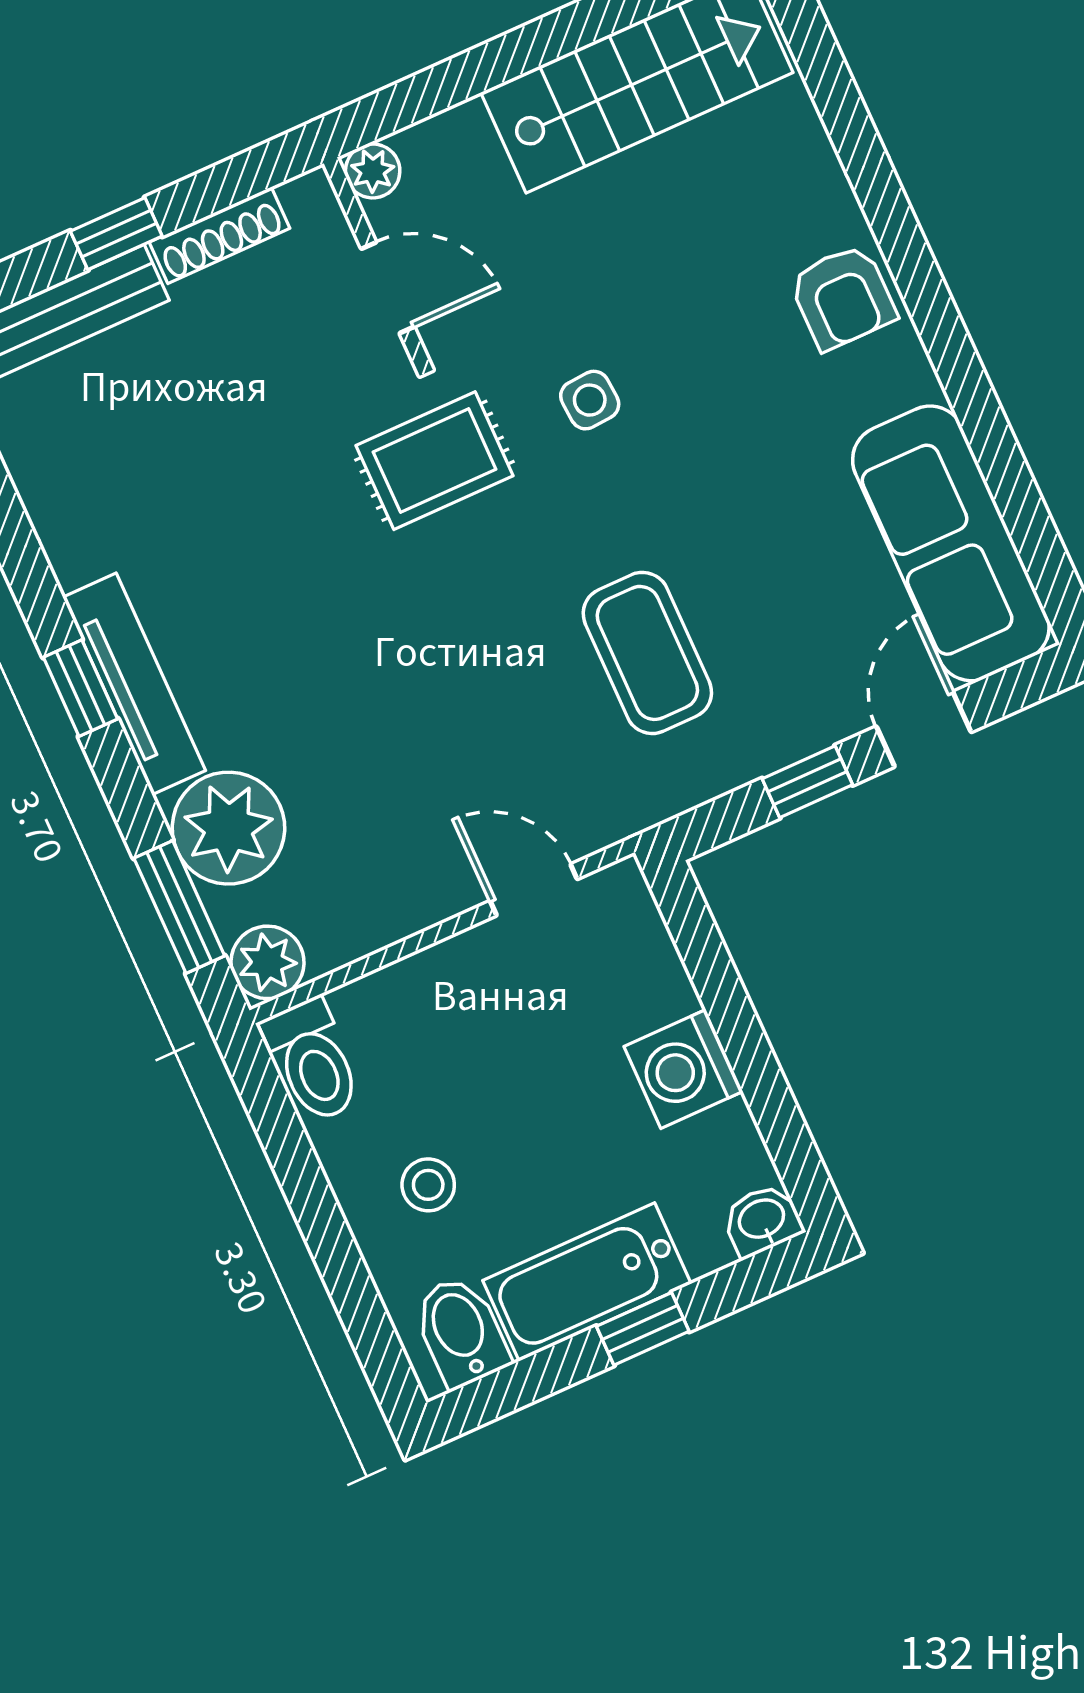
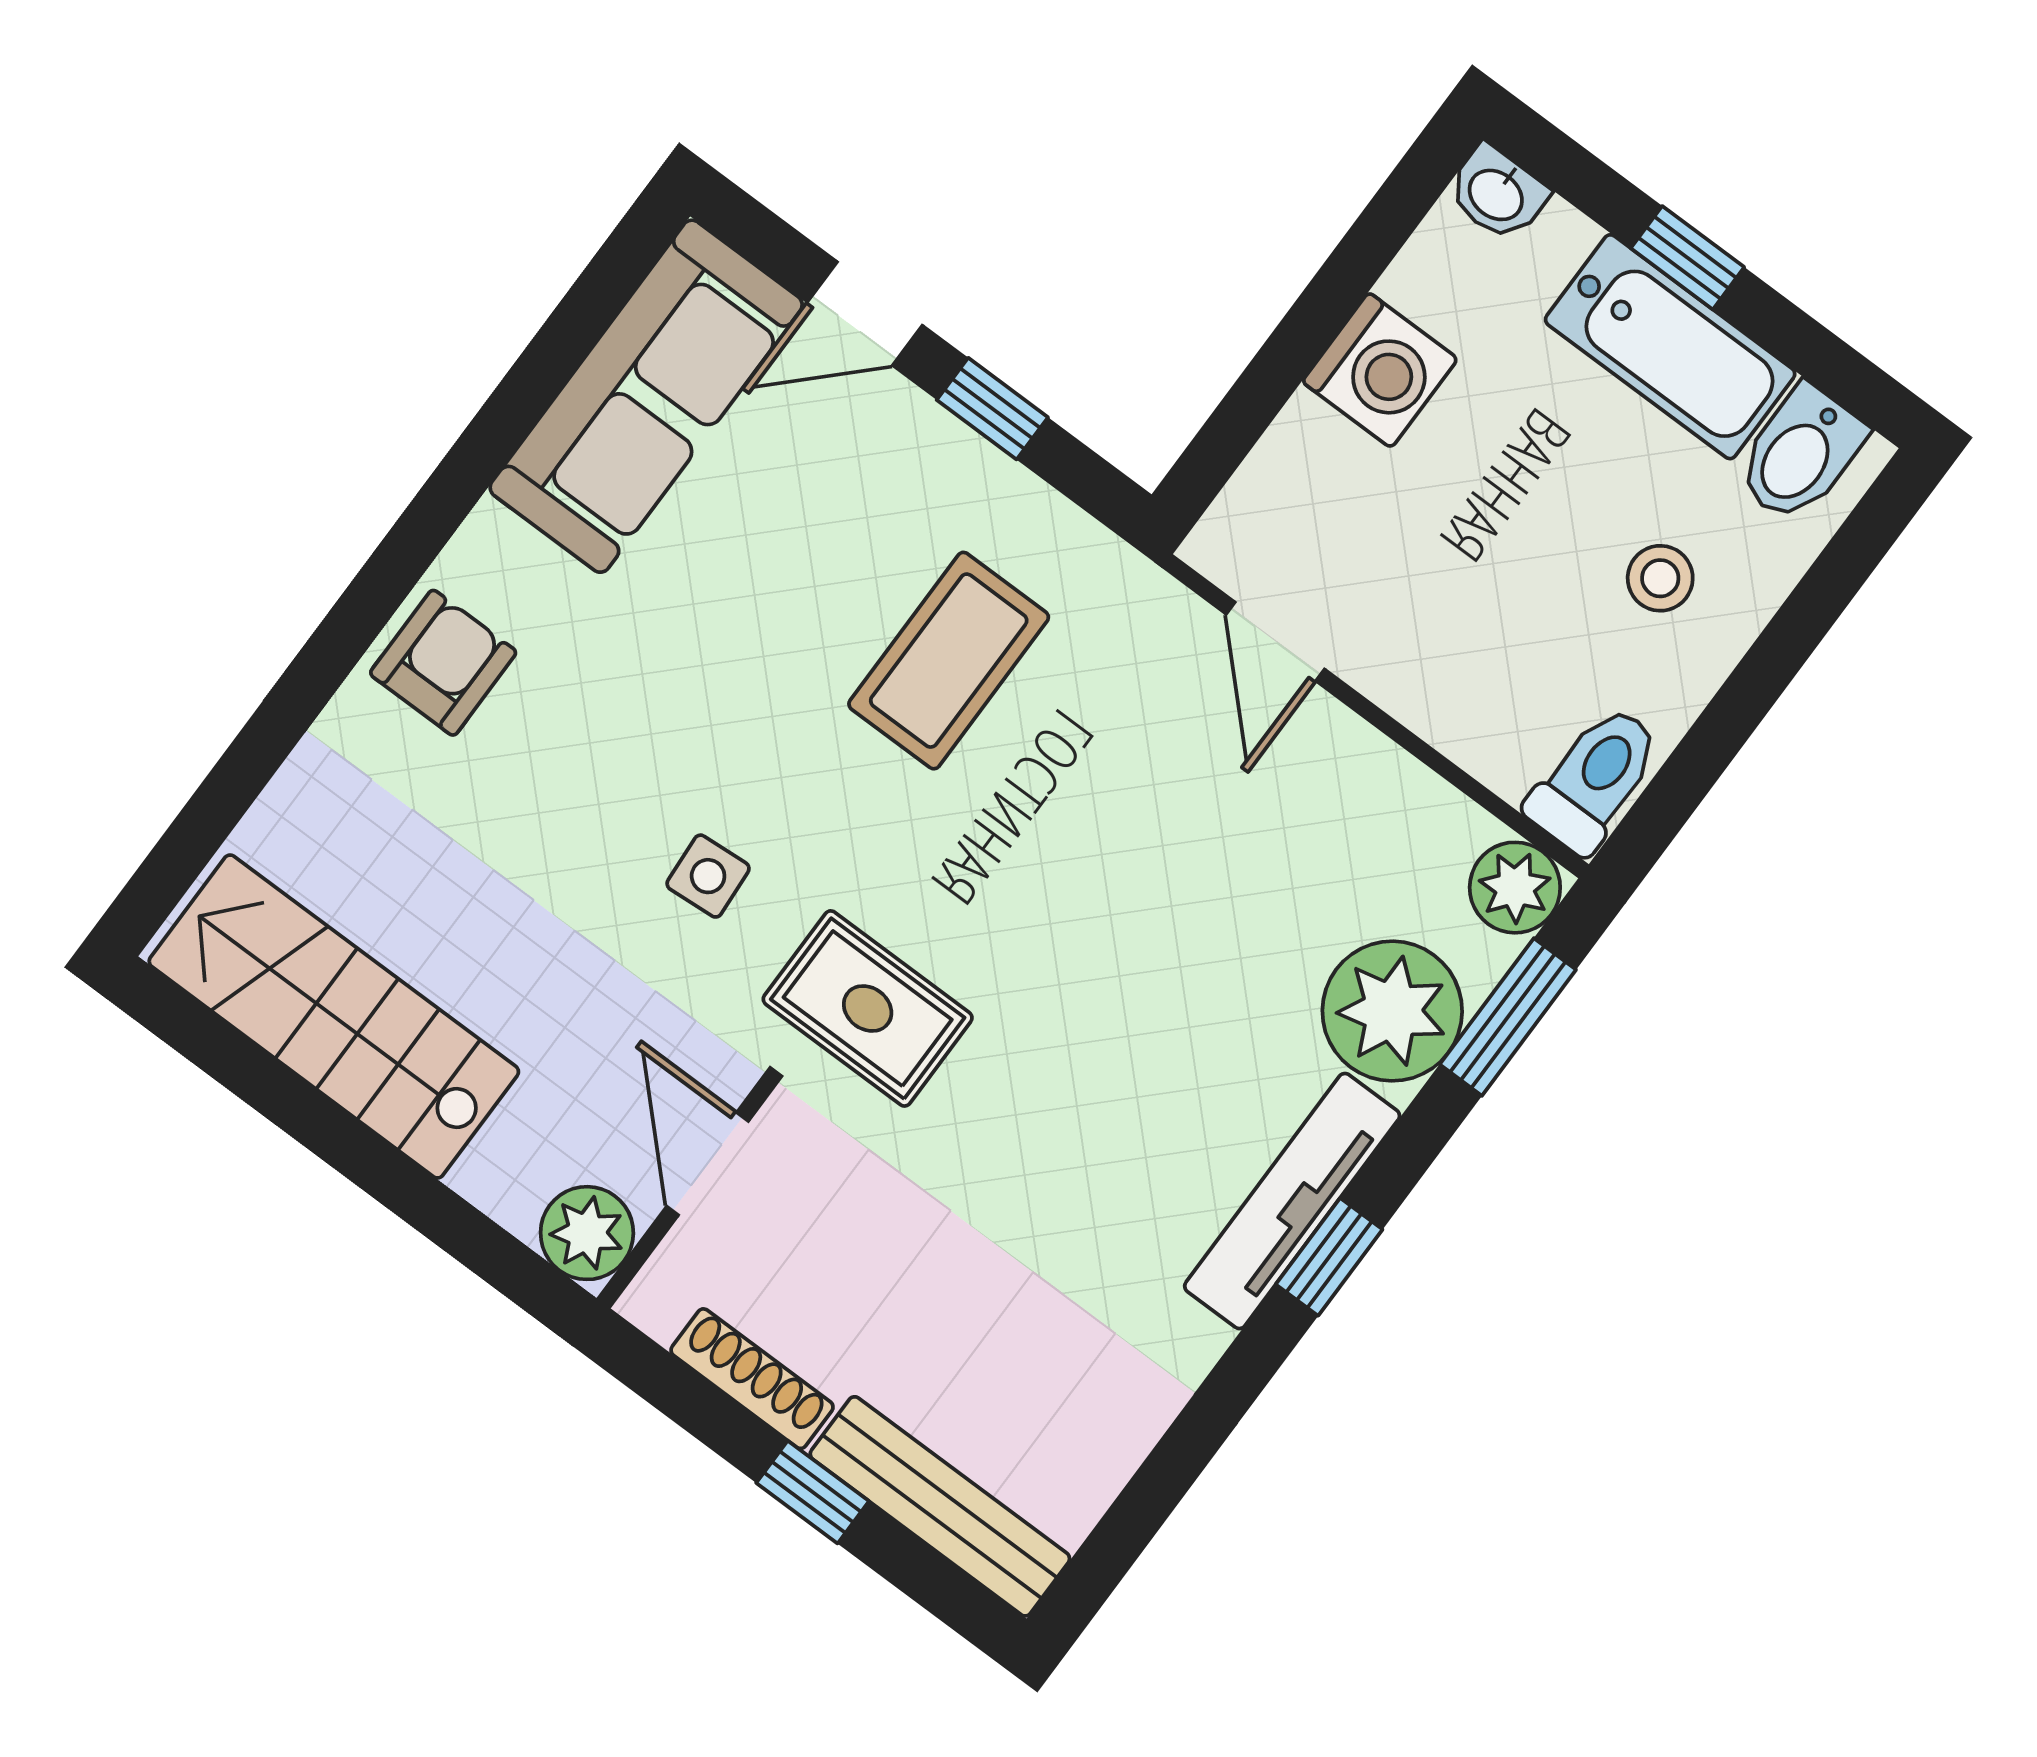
plant: (373, 171) -> (587, 1233), width x1.38, depth x1.38

